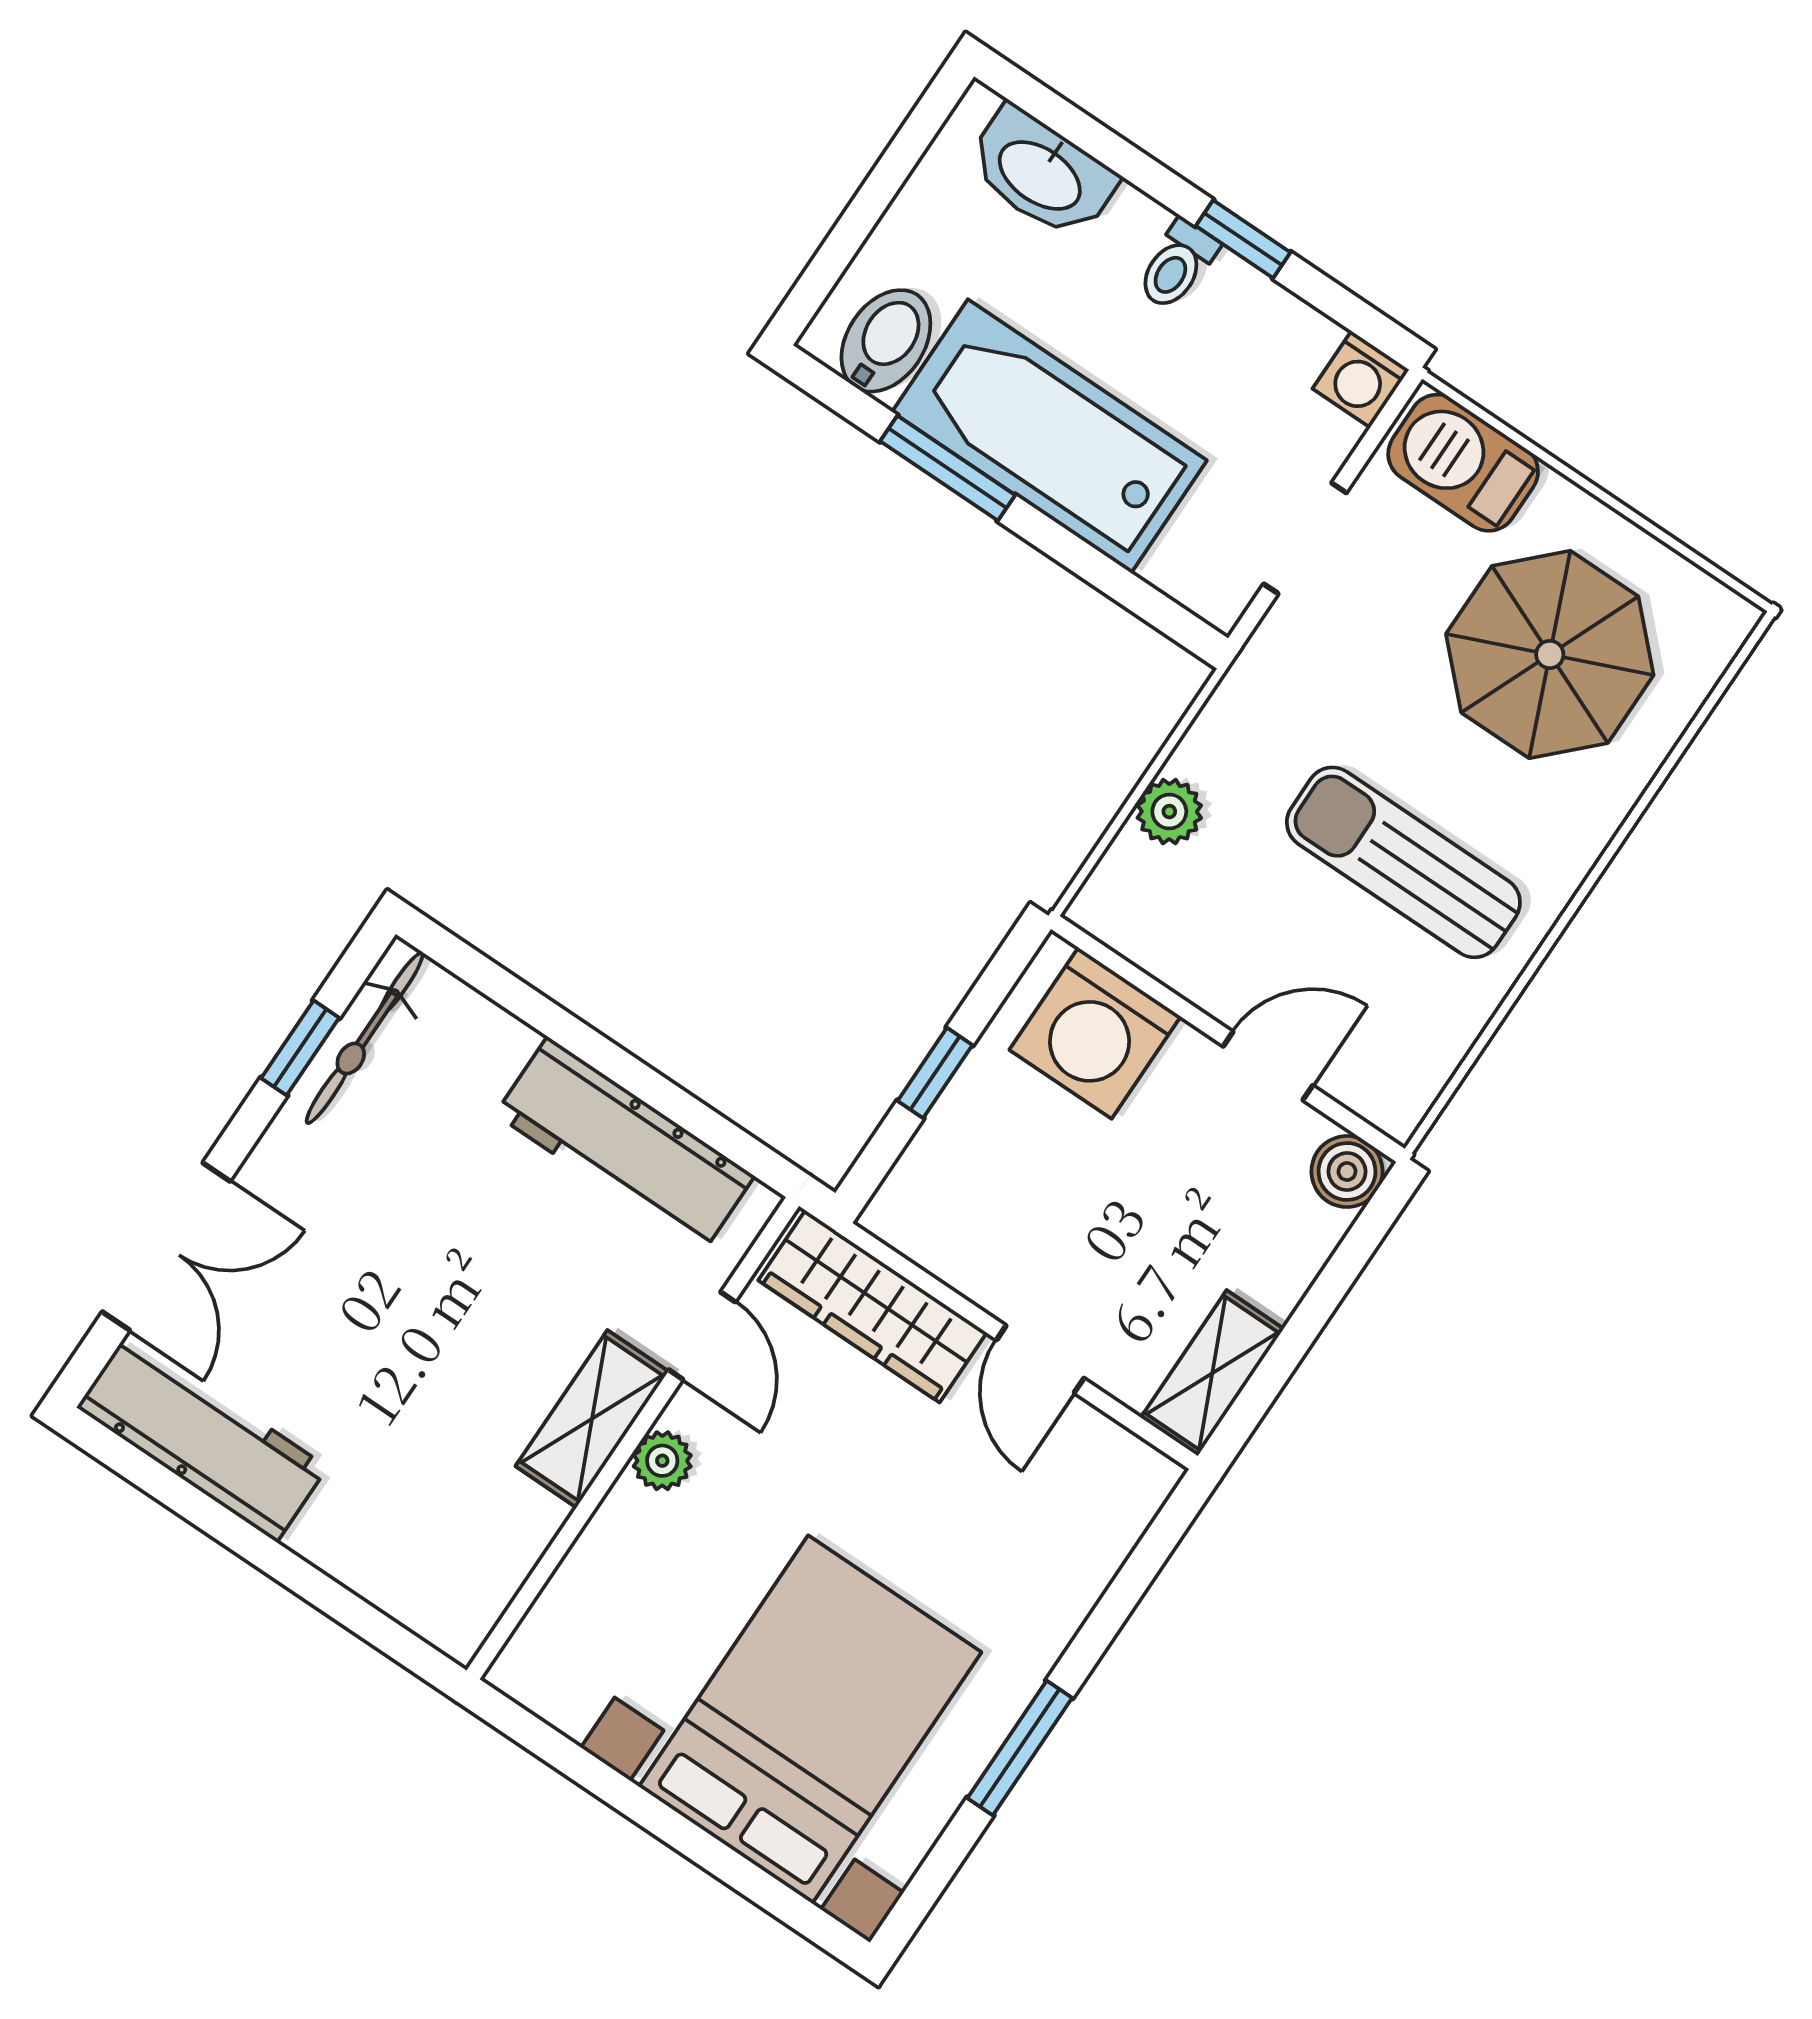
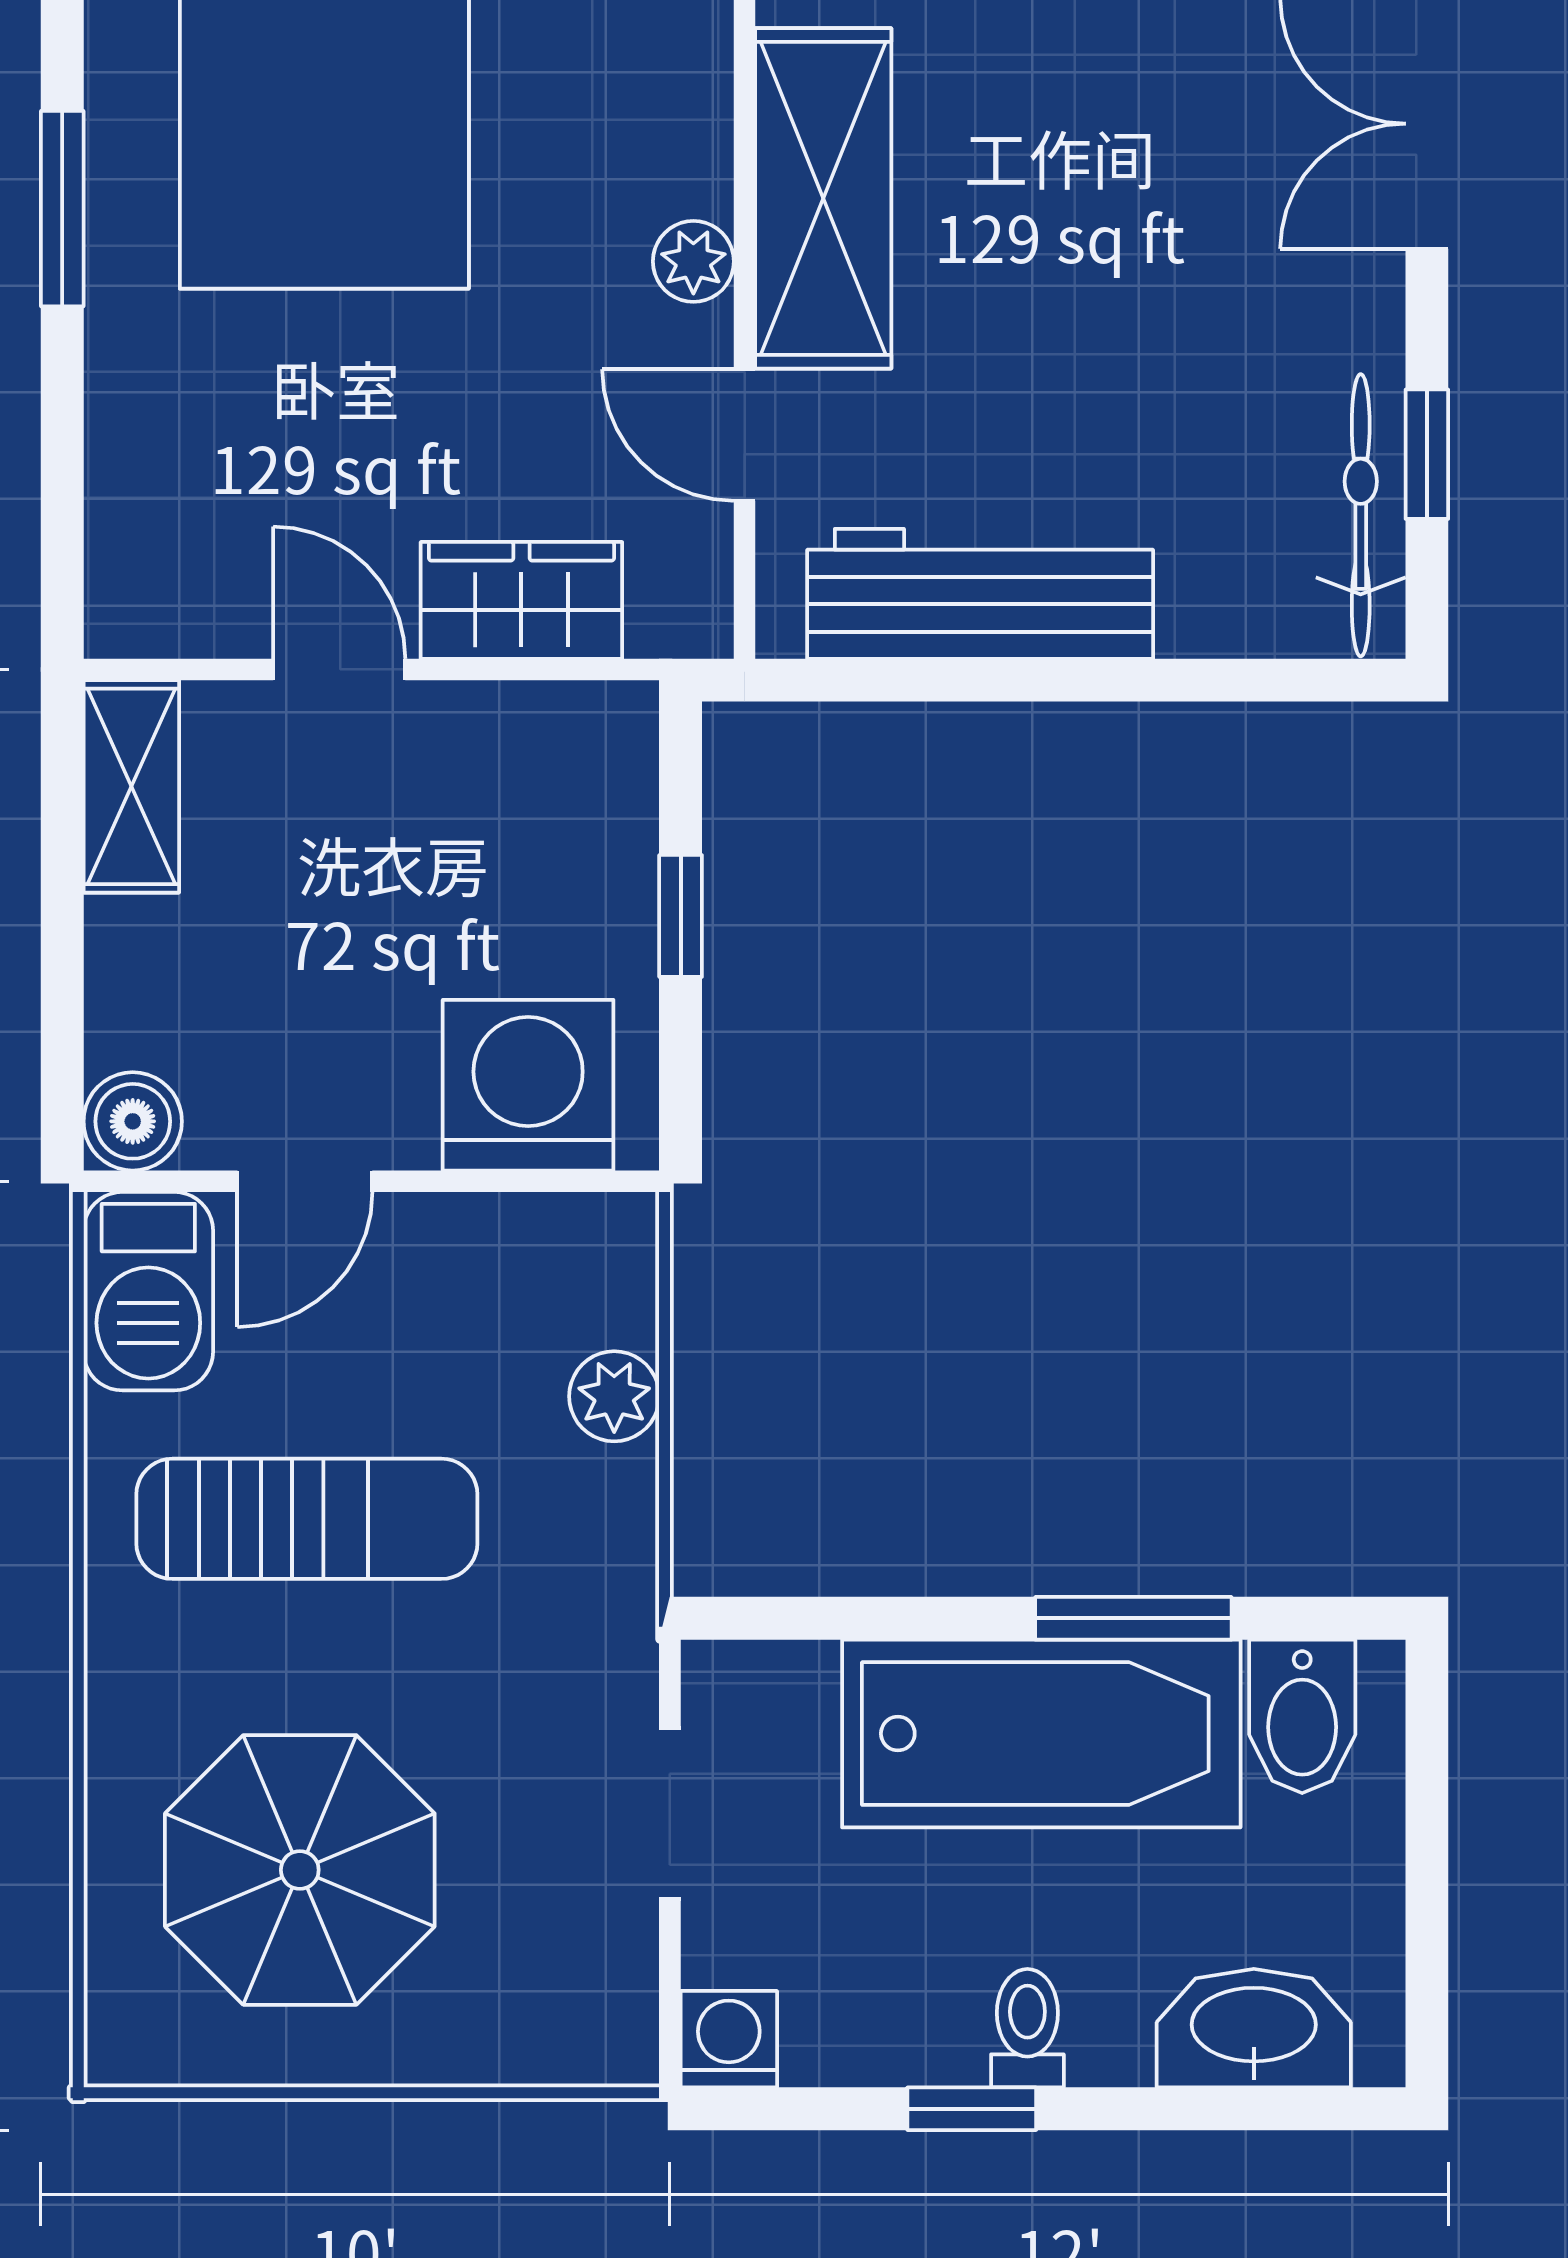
barbecue: (1463, 463) -> (148, 1291), moved, turned 90
wardrobe: (872, 1306) -> (521, 600), width x0.67
shelving: (592, 1419) -> (823, 198), width x1.50, depth x1.33

